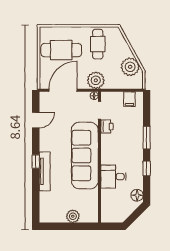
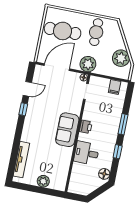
printer: (107, 127) -> (86, 127), moved
sofa: (85, 155) -> (67, 130), width x0.54, depth x0.79
window: (36, 162) -> (23, 109), moved
tv unit: (45, 171) -> (21, 160), moved

